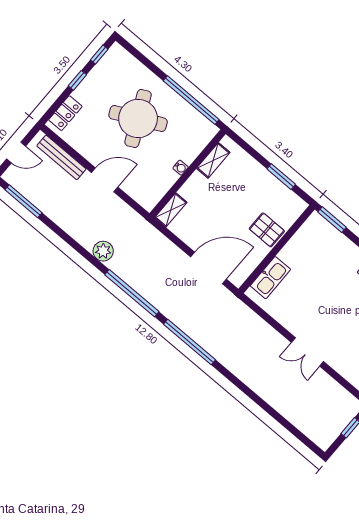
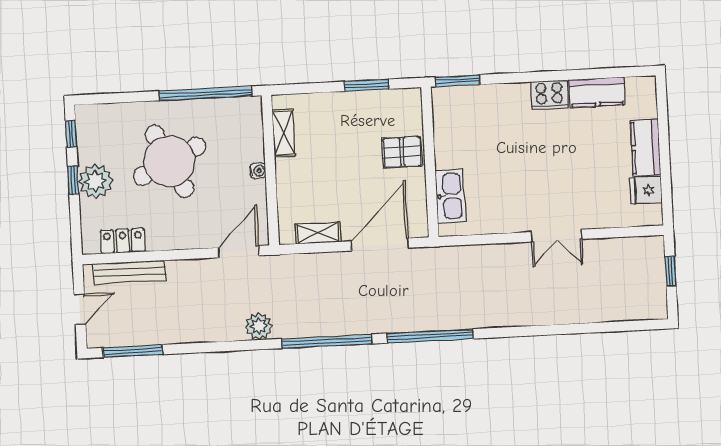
plant: (89, 92) -> (96, 181), added
locker: (65, 113) -> (123, 241), moved, turned -90
door: (105, 180) -> (239, 252), moved
shelving: (171, 210) -> (318, 233), moved, turned 90

